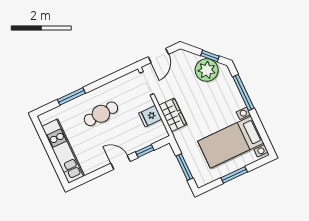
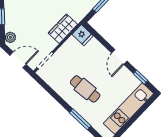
plant: (207, 70) -> (10, 37), moved, width x0.53, depth x0.53
fridge: (150, 116) -> (83, 35), moved
window: (145, 151) -> (140, 77), moved

